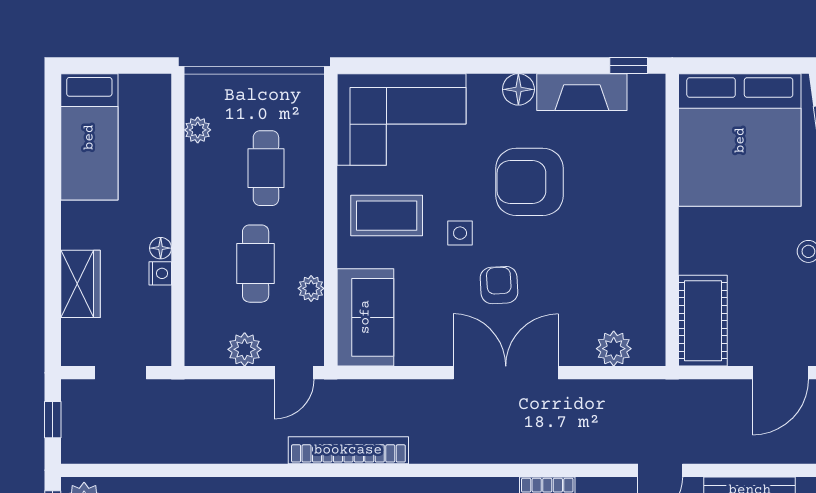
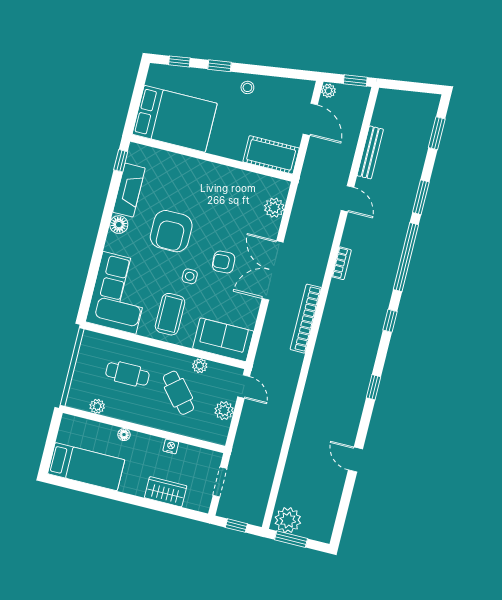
bed: (740, 140) -> (175, 119), width x0.73
floor lamp: (161, 248) -> (124, 435), moved
cafe table: (256, 264) -> (178, 393), turned 50
bookcase: (348, 450) -> (306, 319), moved

